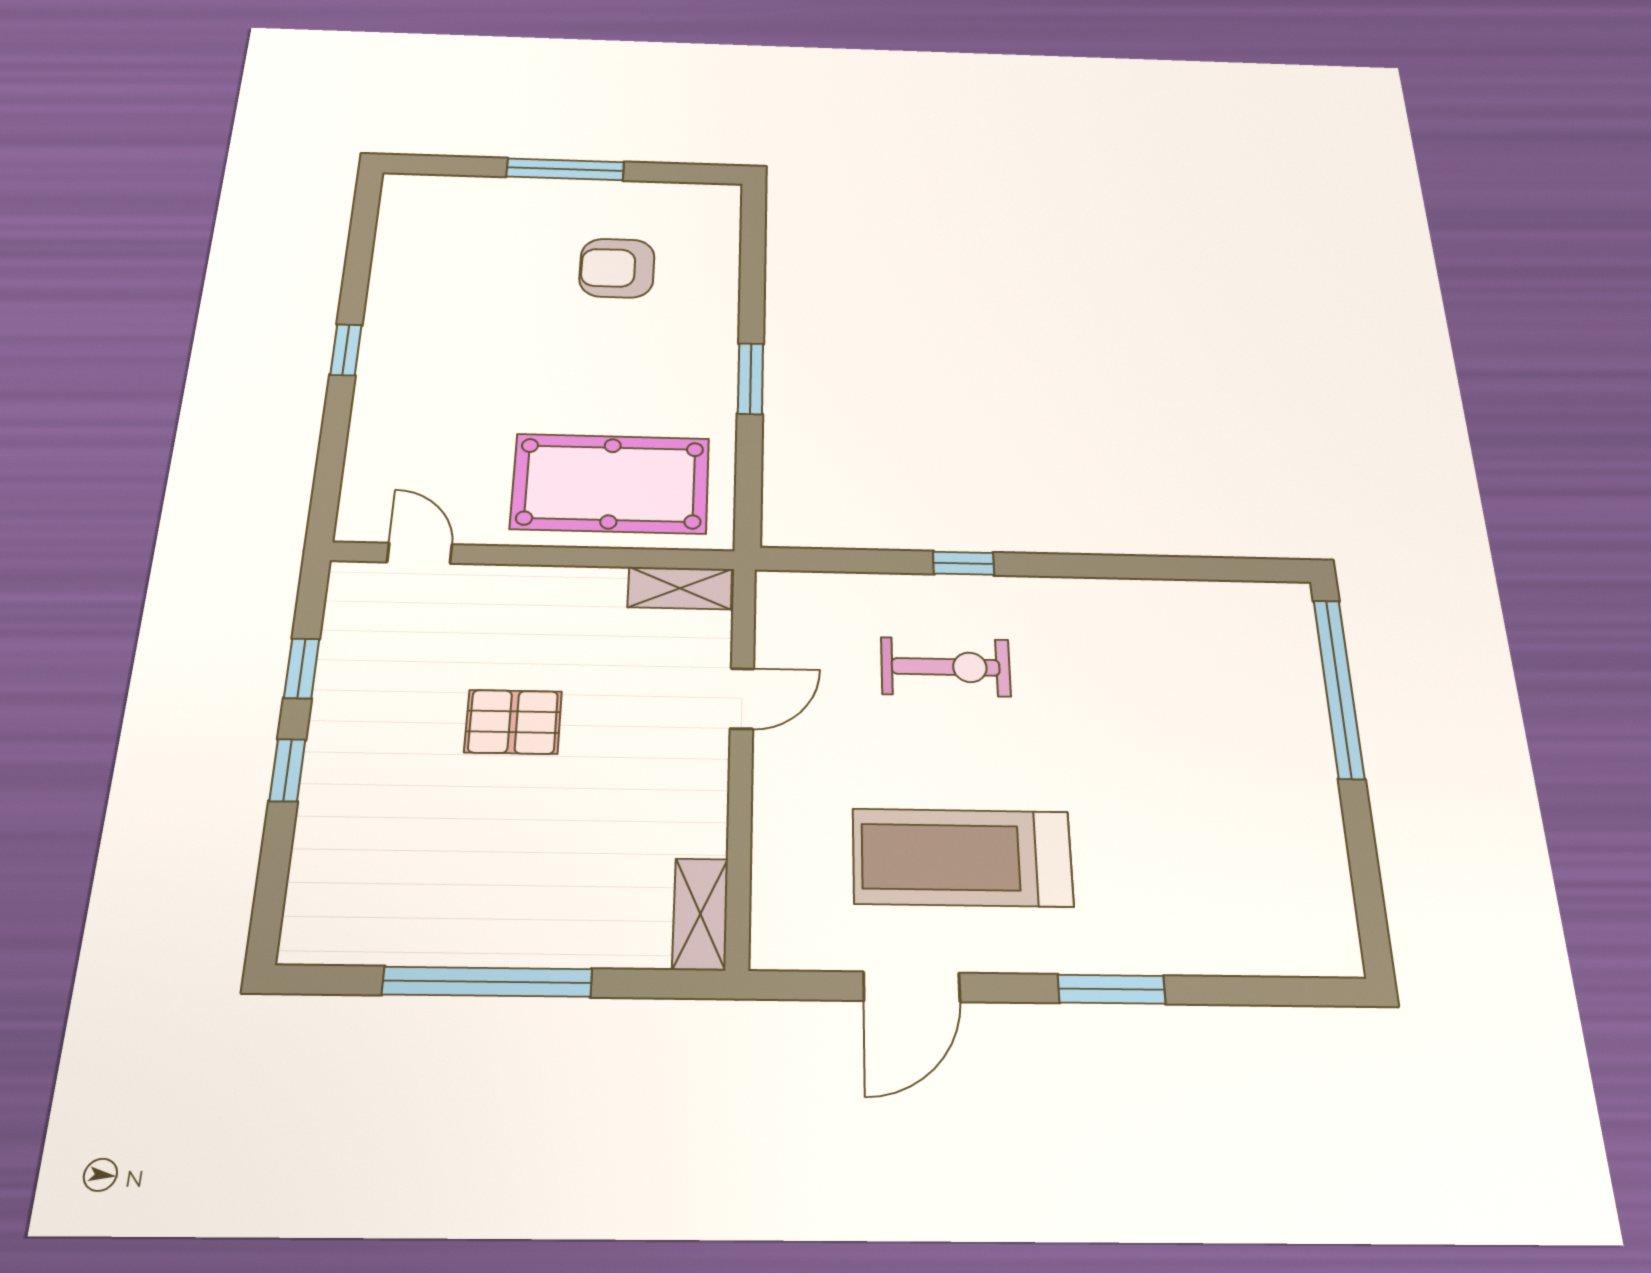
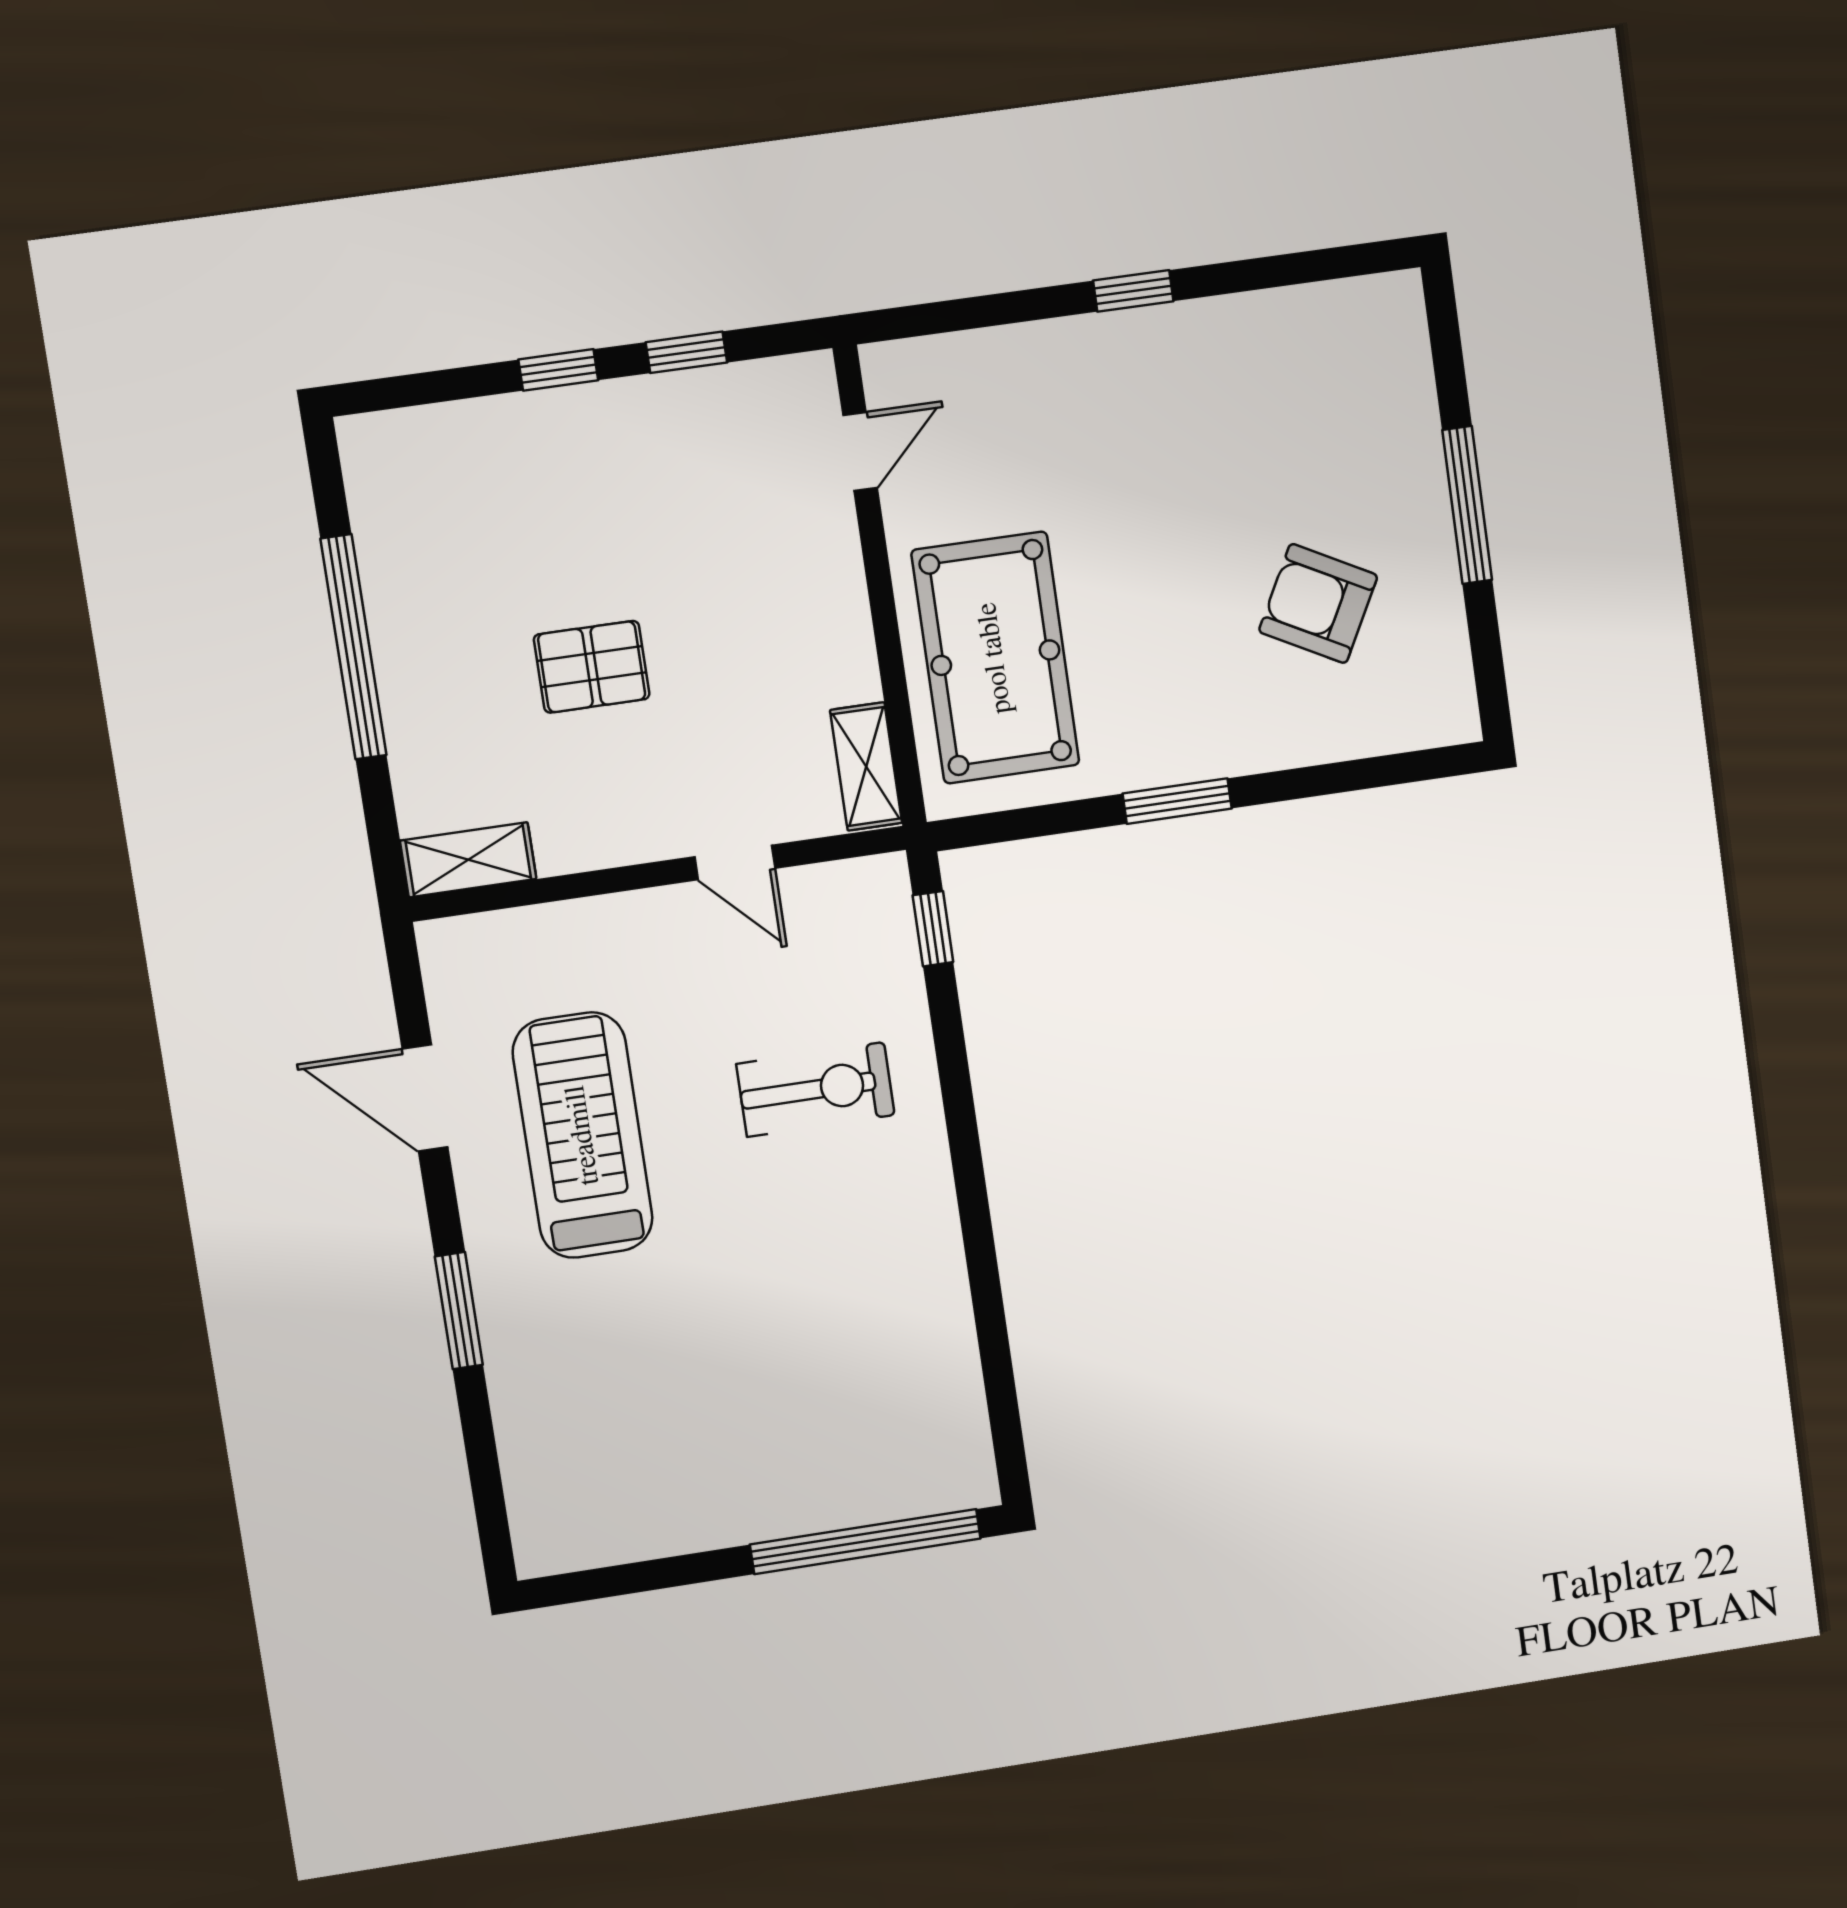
armchair: (617, 268) -> (1318, 604), turned -62
window: (964, 563) -> (933, 929), moved
exercise bike: (946, 667) -> (816, 1089), turned -90
pallet: (513, 722) -> (592, 667), moved, turned 90

